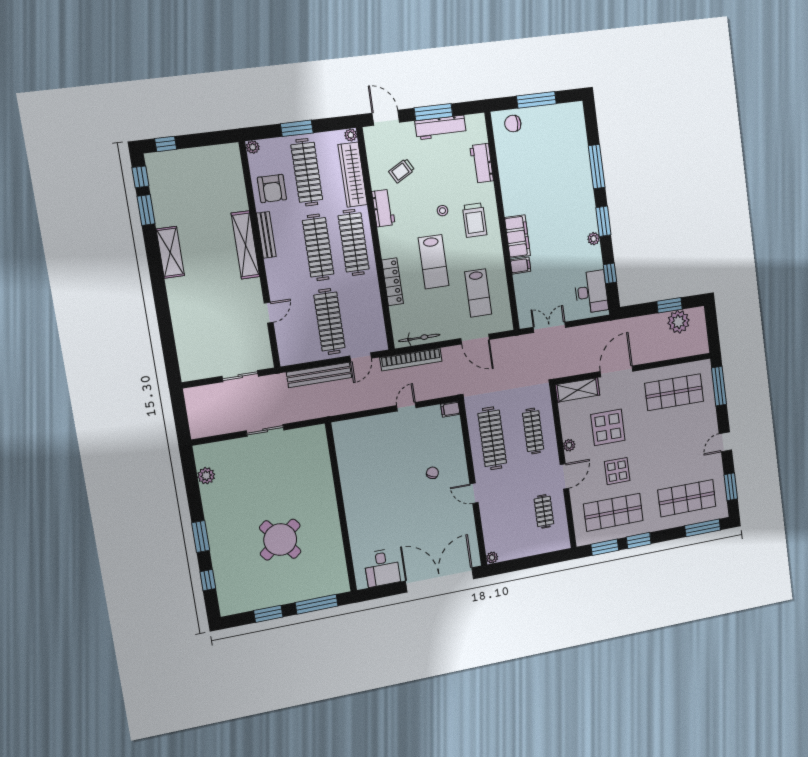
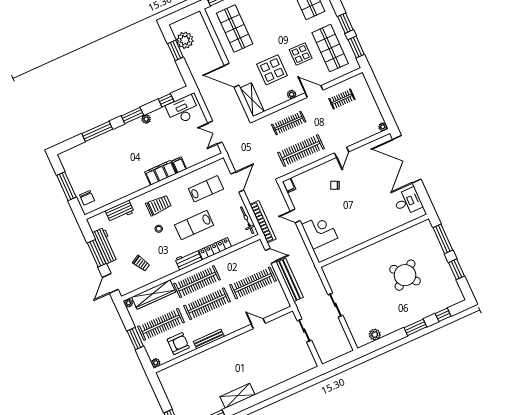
workbench: (383, 208) -> (188, 260), moved
shelving: (245, 245) -> (219, 350), removed
lab bench: (434, 262) -> (194, 225), turned 180
corner desk: (376, 435) -> (320, 231), added

